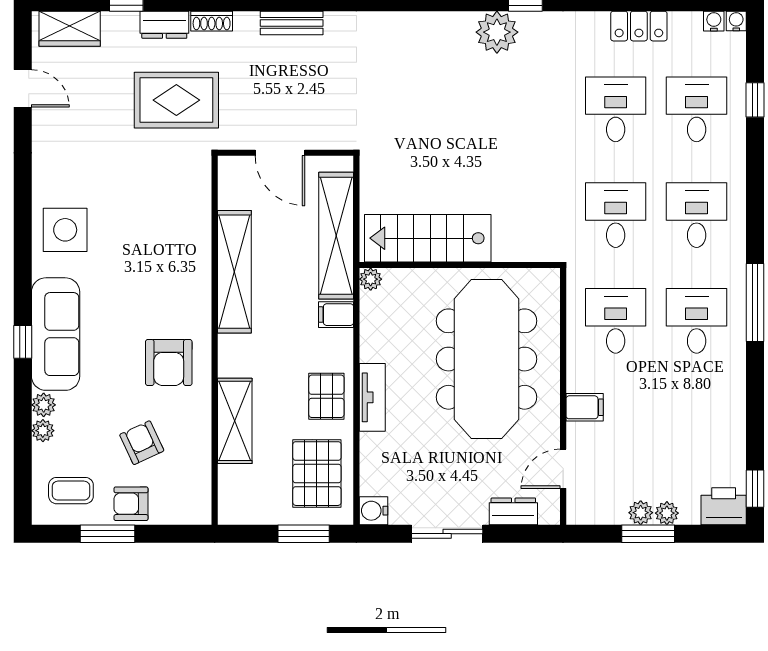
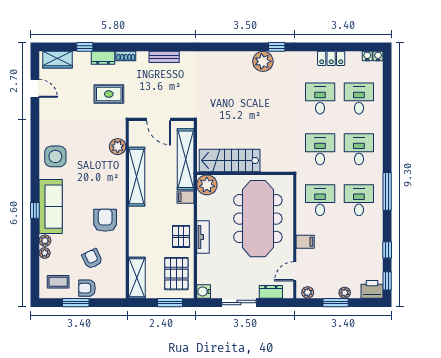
rug: (176, 100) -> (109, 94), width x0.73, depth x0.70
window: (755, 100) -> (387, 250), moved
plant: (195, 209) -> (118, 147), added
plant: (371, 279) -> (207, 185), width x1.88, depth x1.88
armchair: (169, 362) -> (105, 220), turned 180
shelving: (235, 421) -> (137, 278), moved
plant: (641, 513) -> (308, 292), moved

